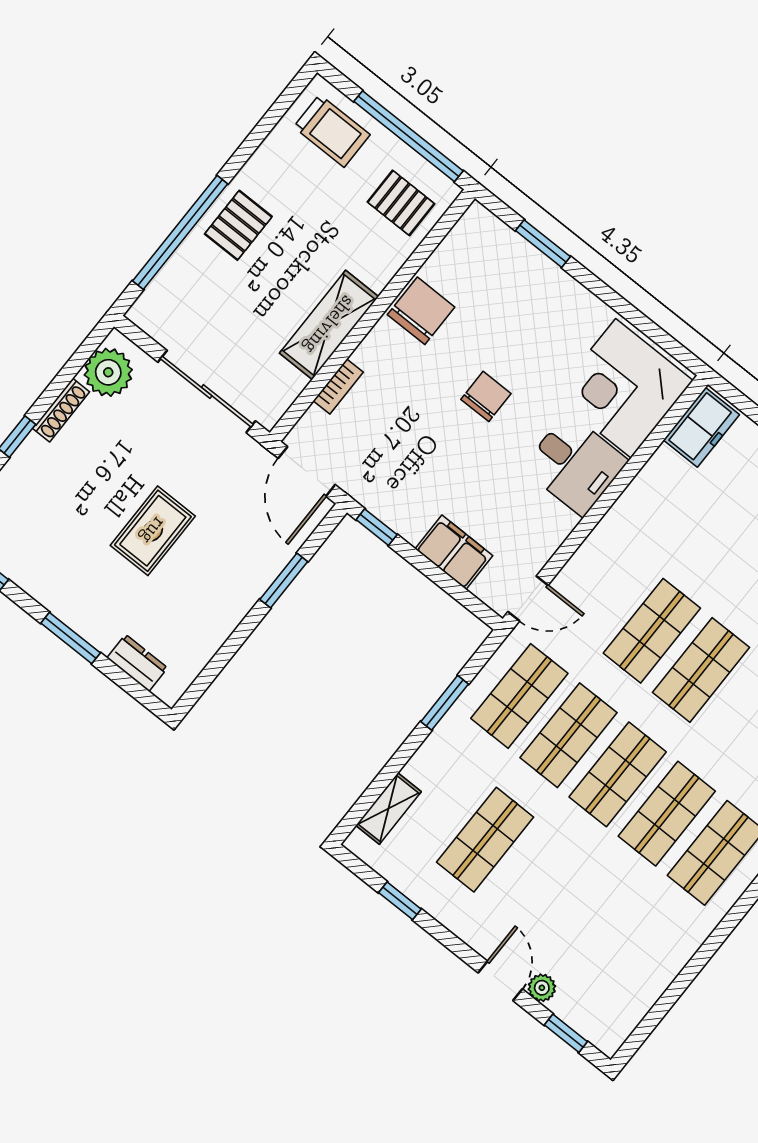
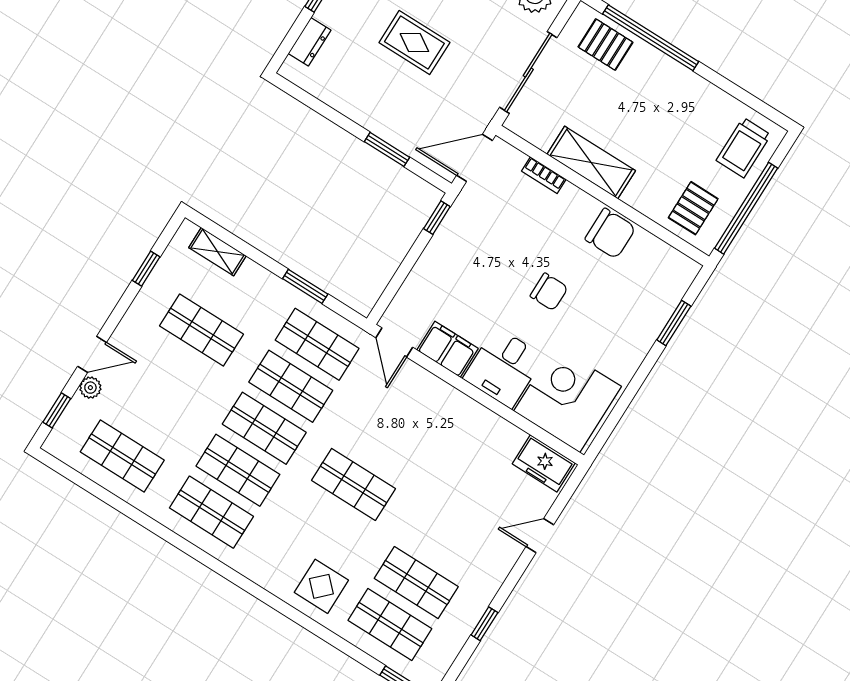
pallet: (238, 225) -> (605, 45), moved
filing cabinet: (454, 552) -> (447, 349), moved, turned -90
shop shelf: (652, 631) -> (122, 456), moved

